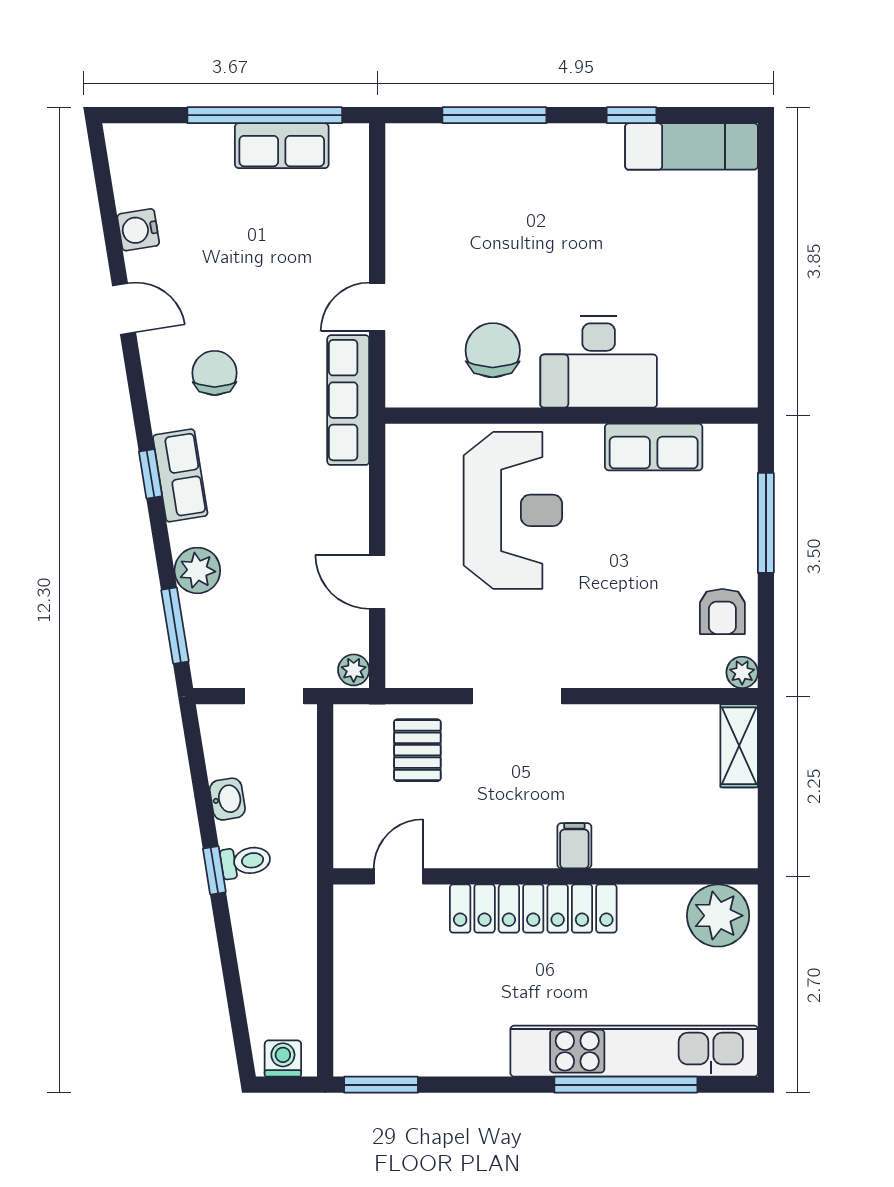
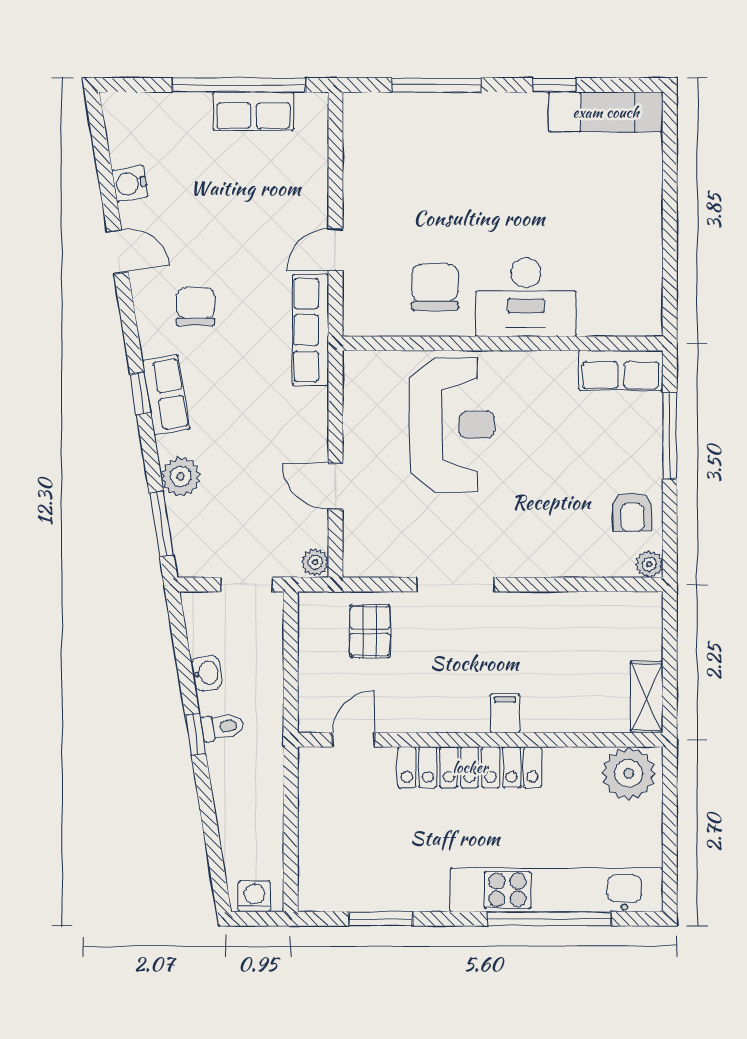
row of seats: (654, 447) -> (621, 370), moved
shelving: (739, 746) -> (647, 697), moved
window: (381, 1085) -> (381, 919), moved

